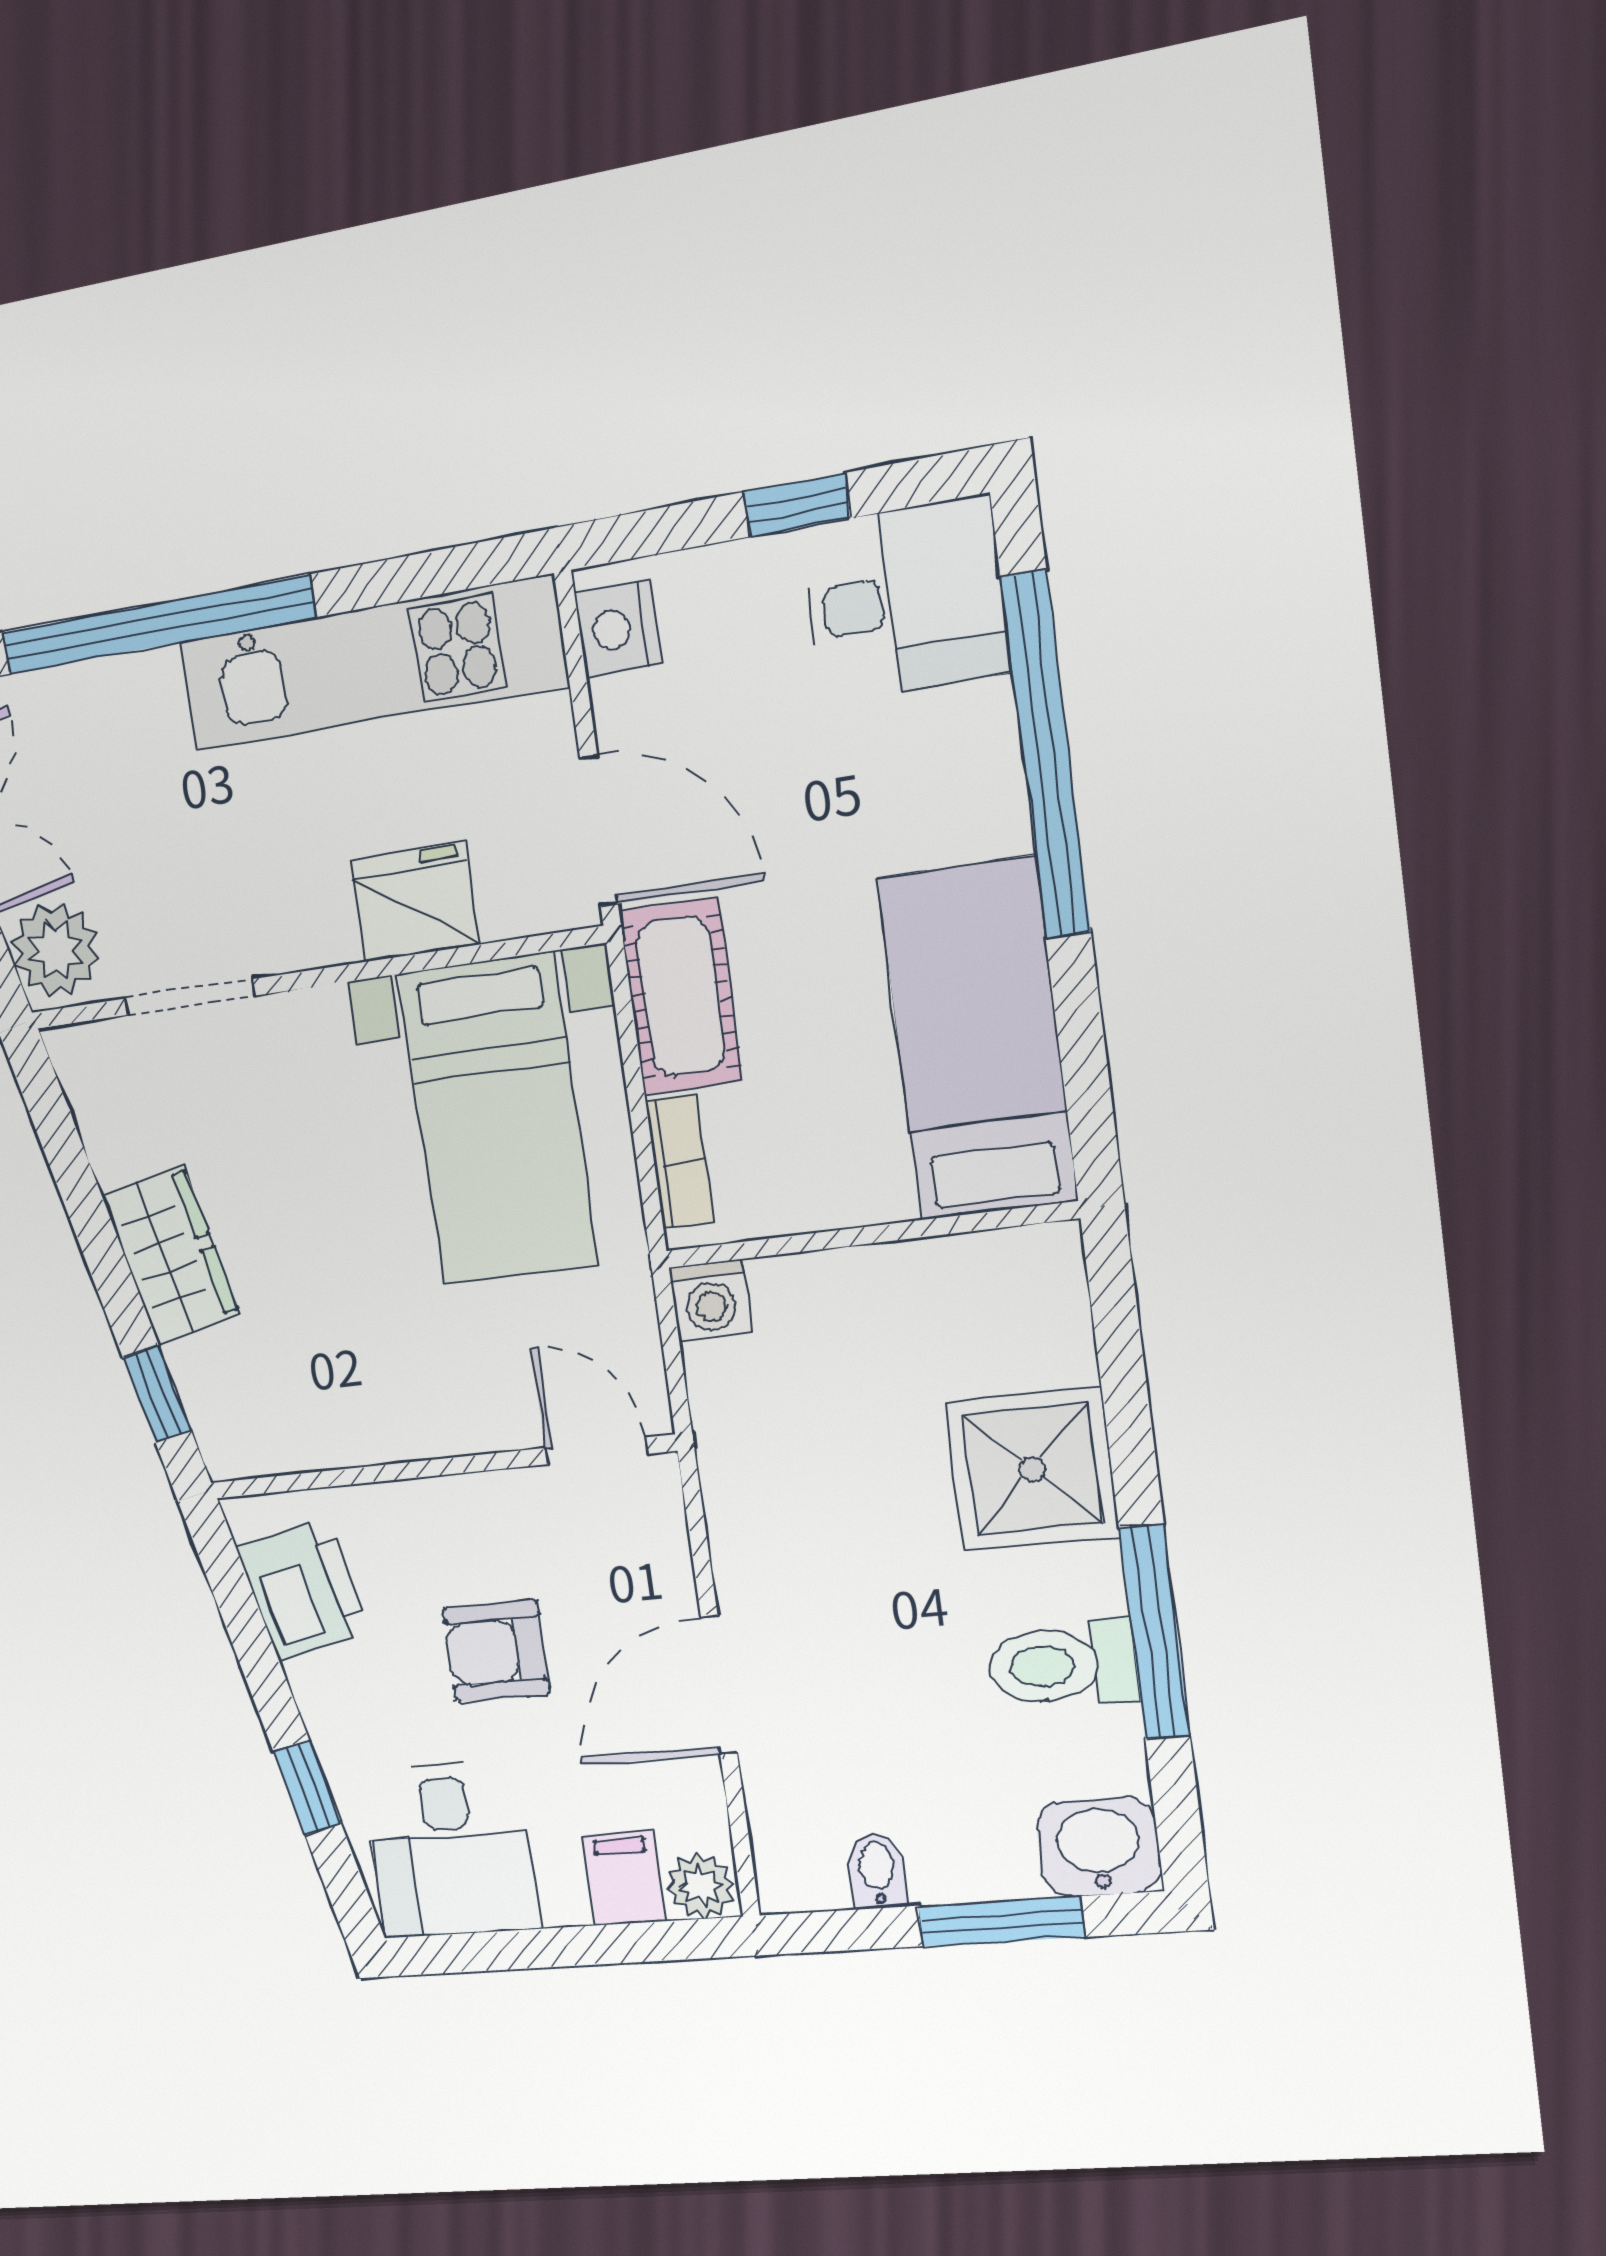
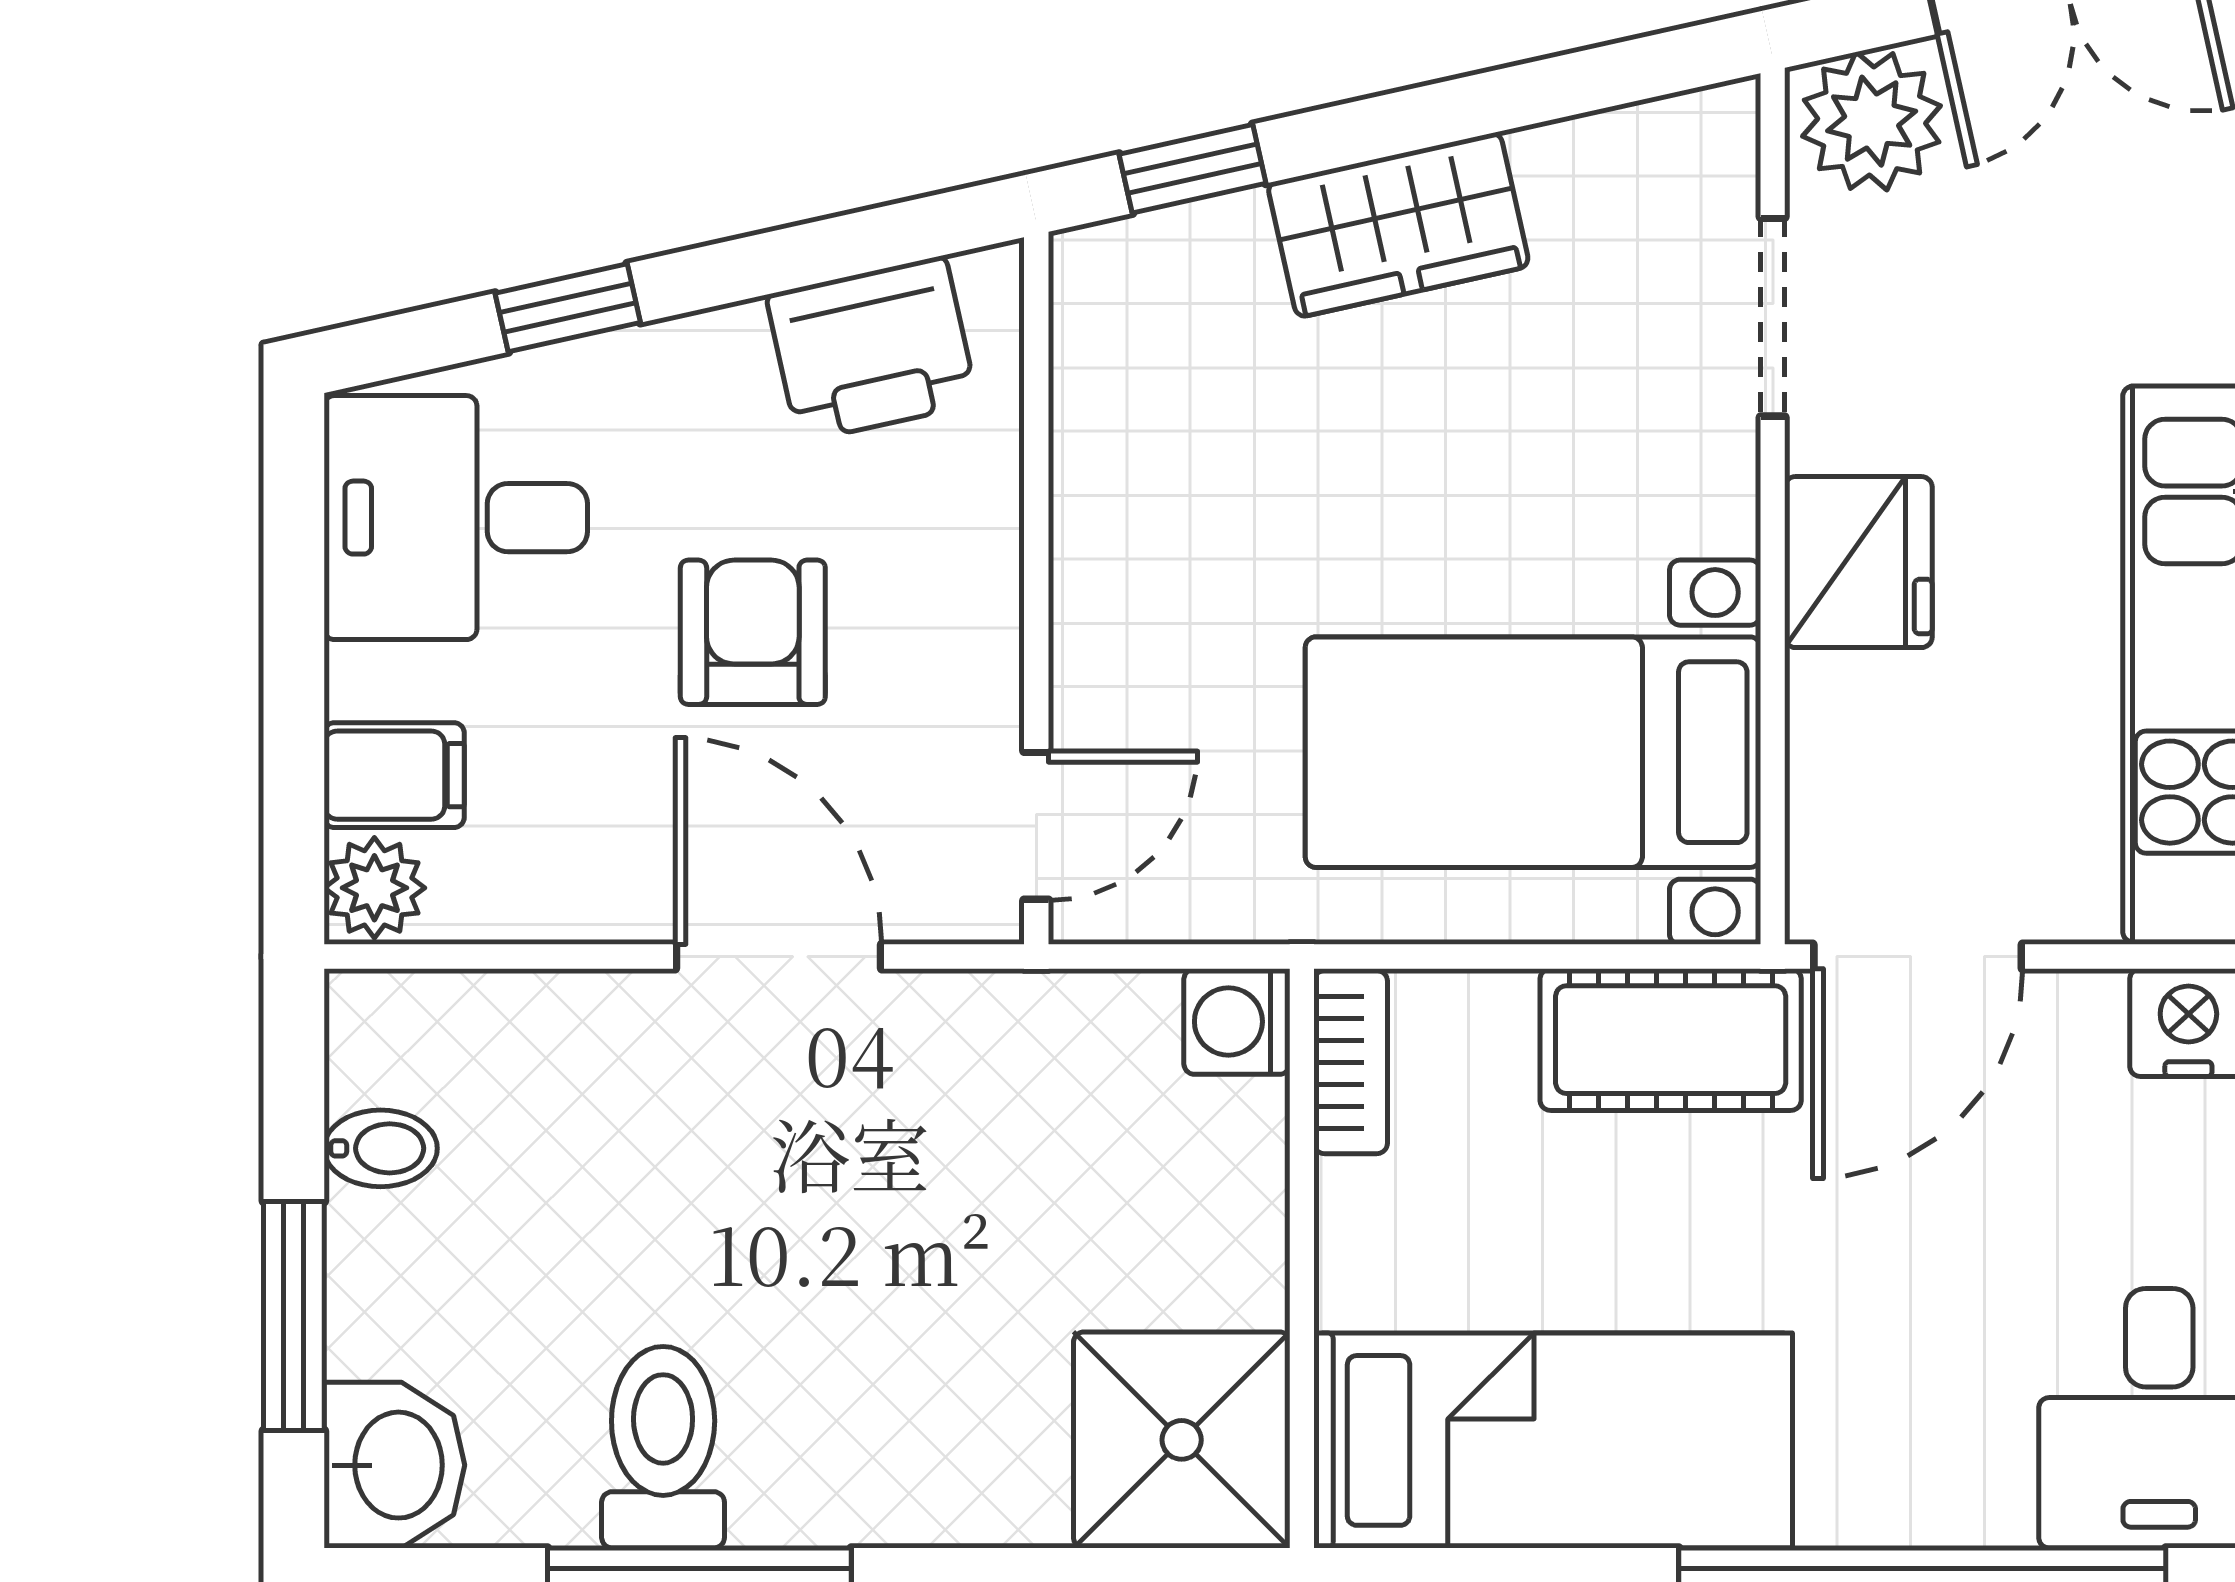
fridge: (415, 902) -> (1858, 562), moved
bookcase: (680, 1162) -> (1351, 1062), moved, turned -90
shower: (1032, 1469) -> (1182, 1440), moved
door: (719, 1685) -> (779, 957), moved

